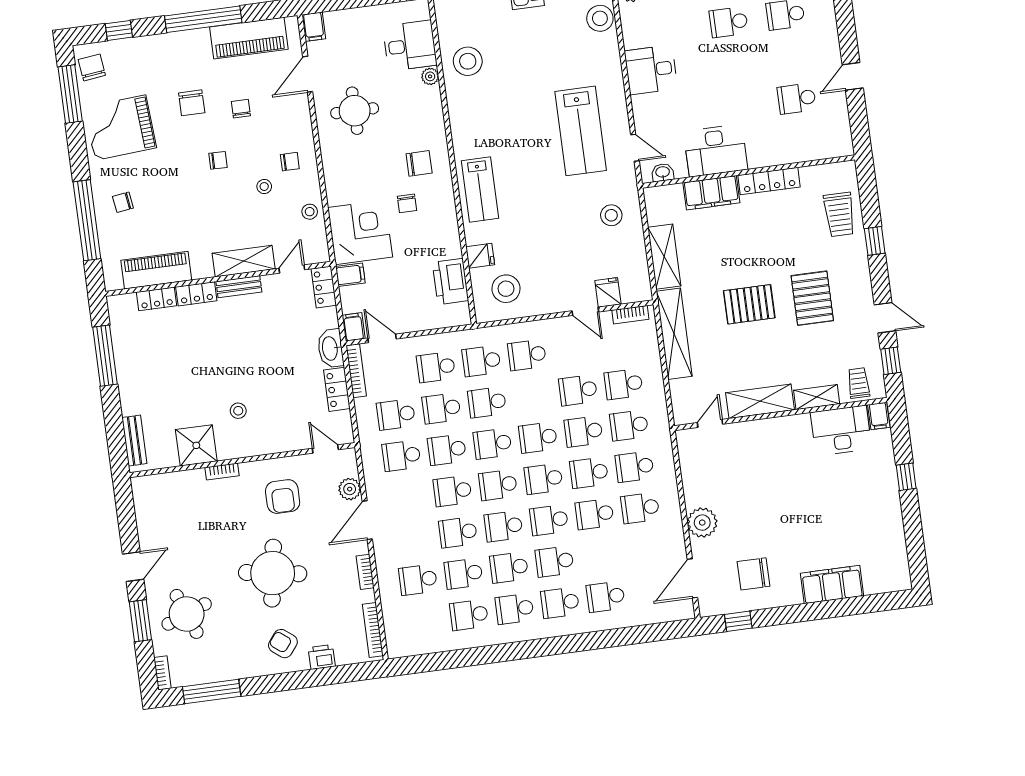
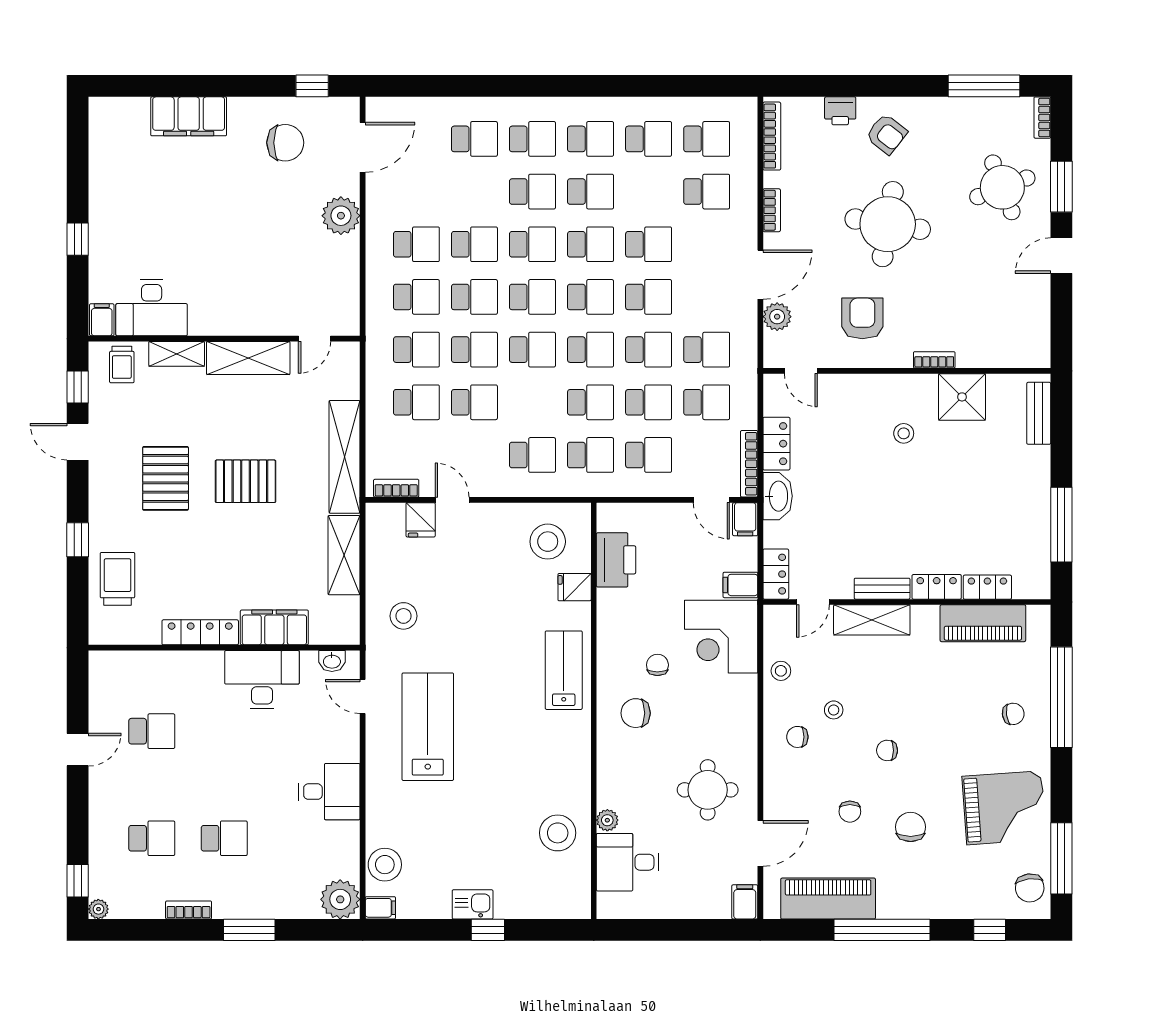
school desk: (464, 574) -> (707, 139), moved

